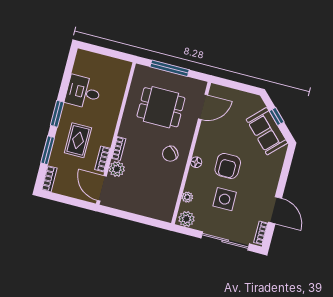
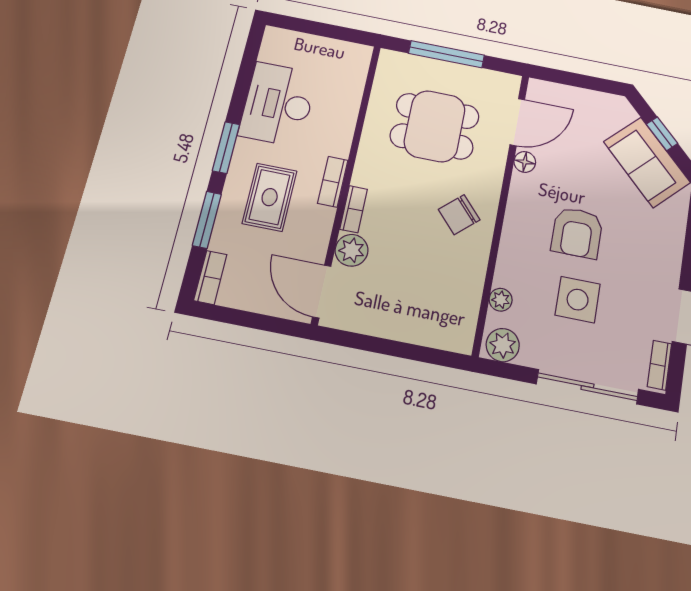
desk: (83, 92) -> (278, 104), width x1.37
bookcase: (102, 159) -> (333, 182), moved
floor lamp: (196, 162) -> (525, 162), moved

